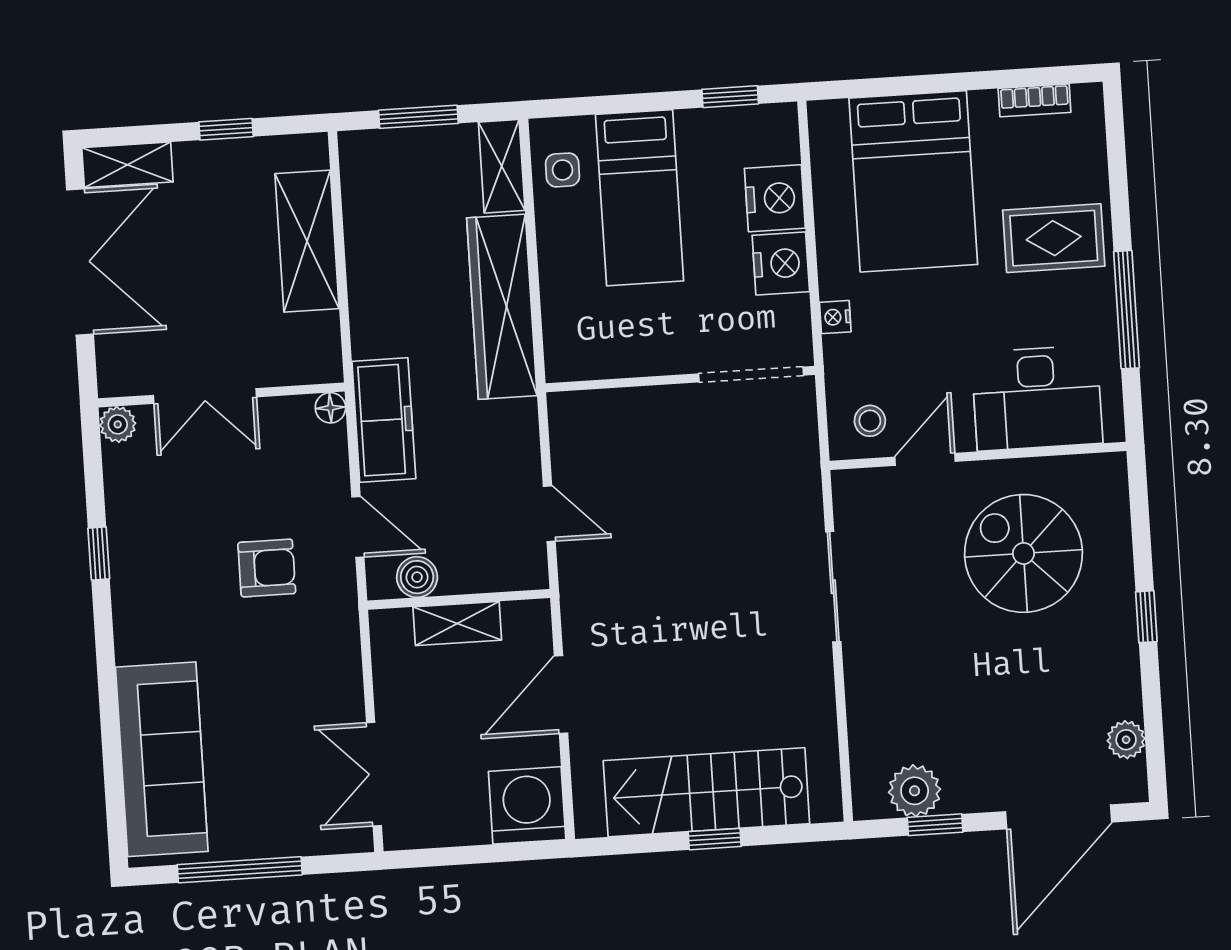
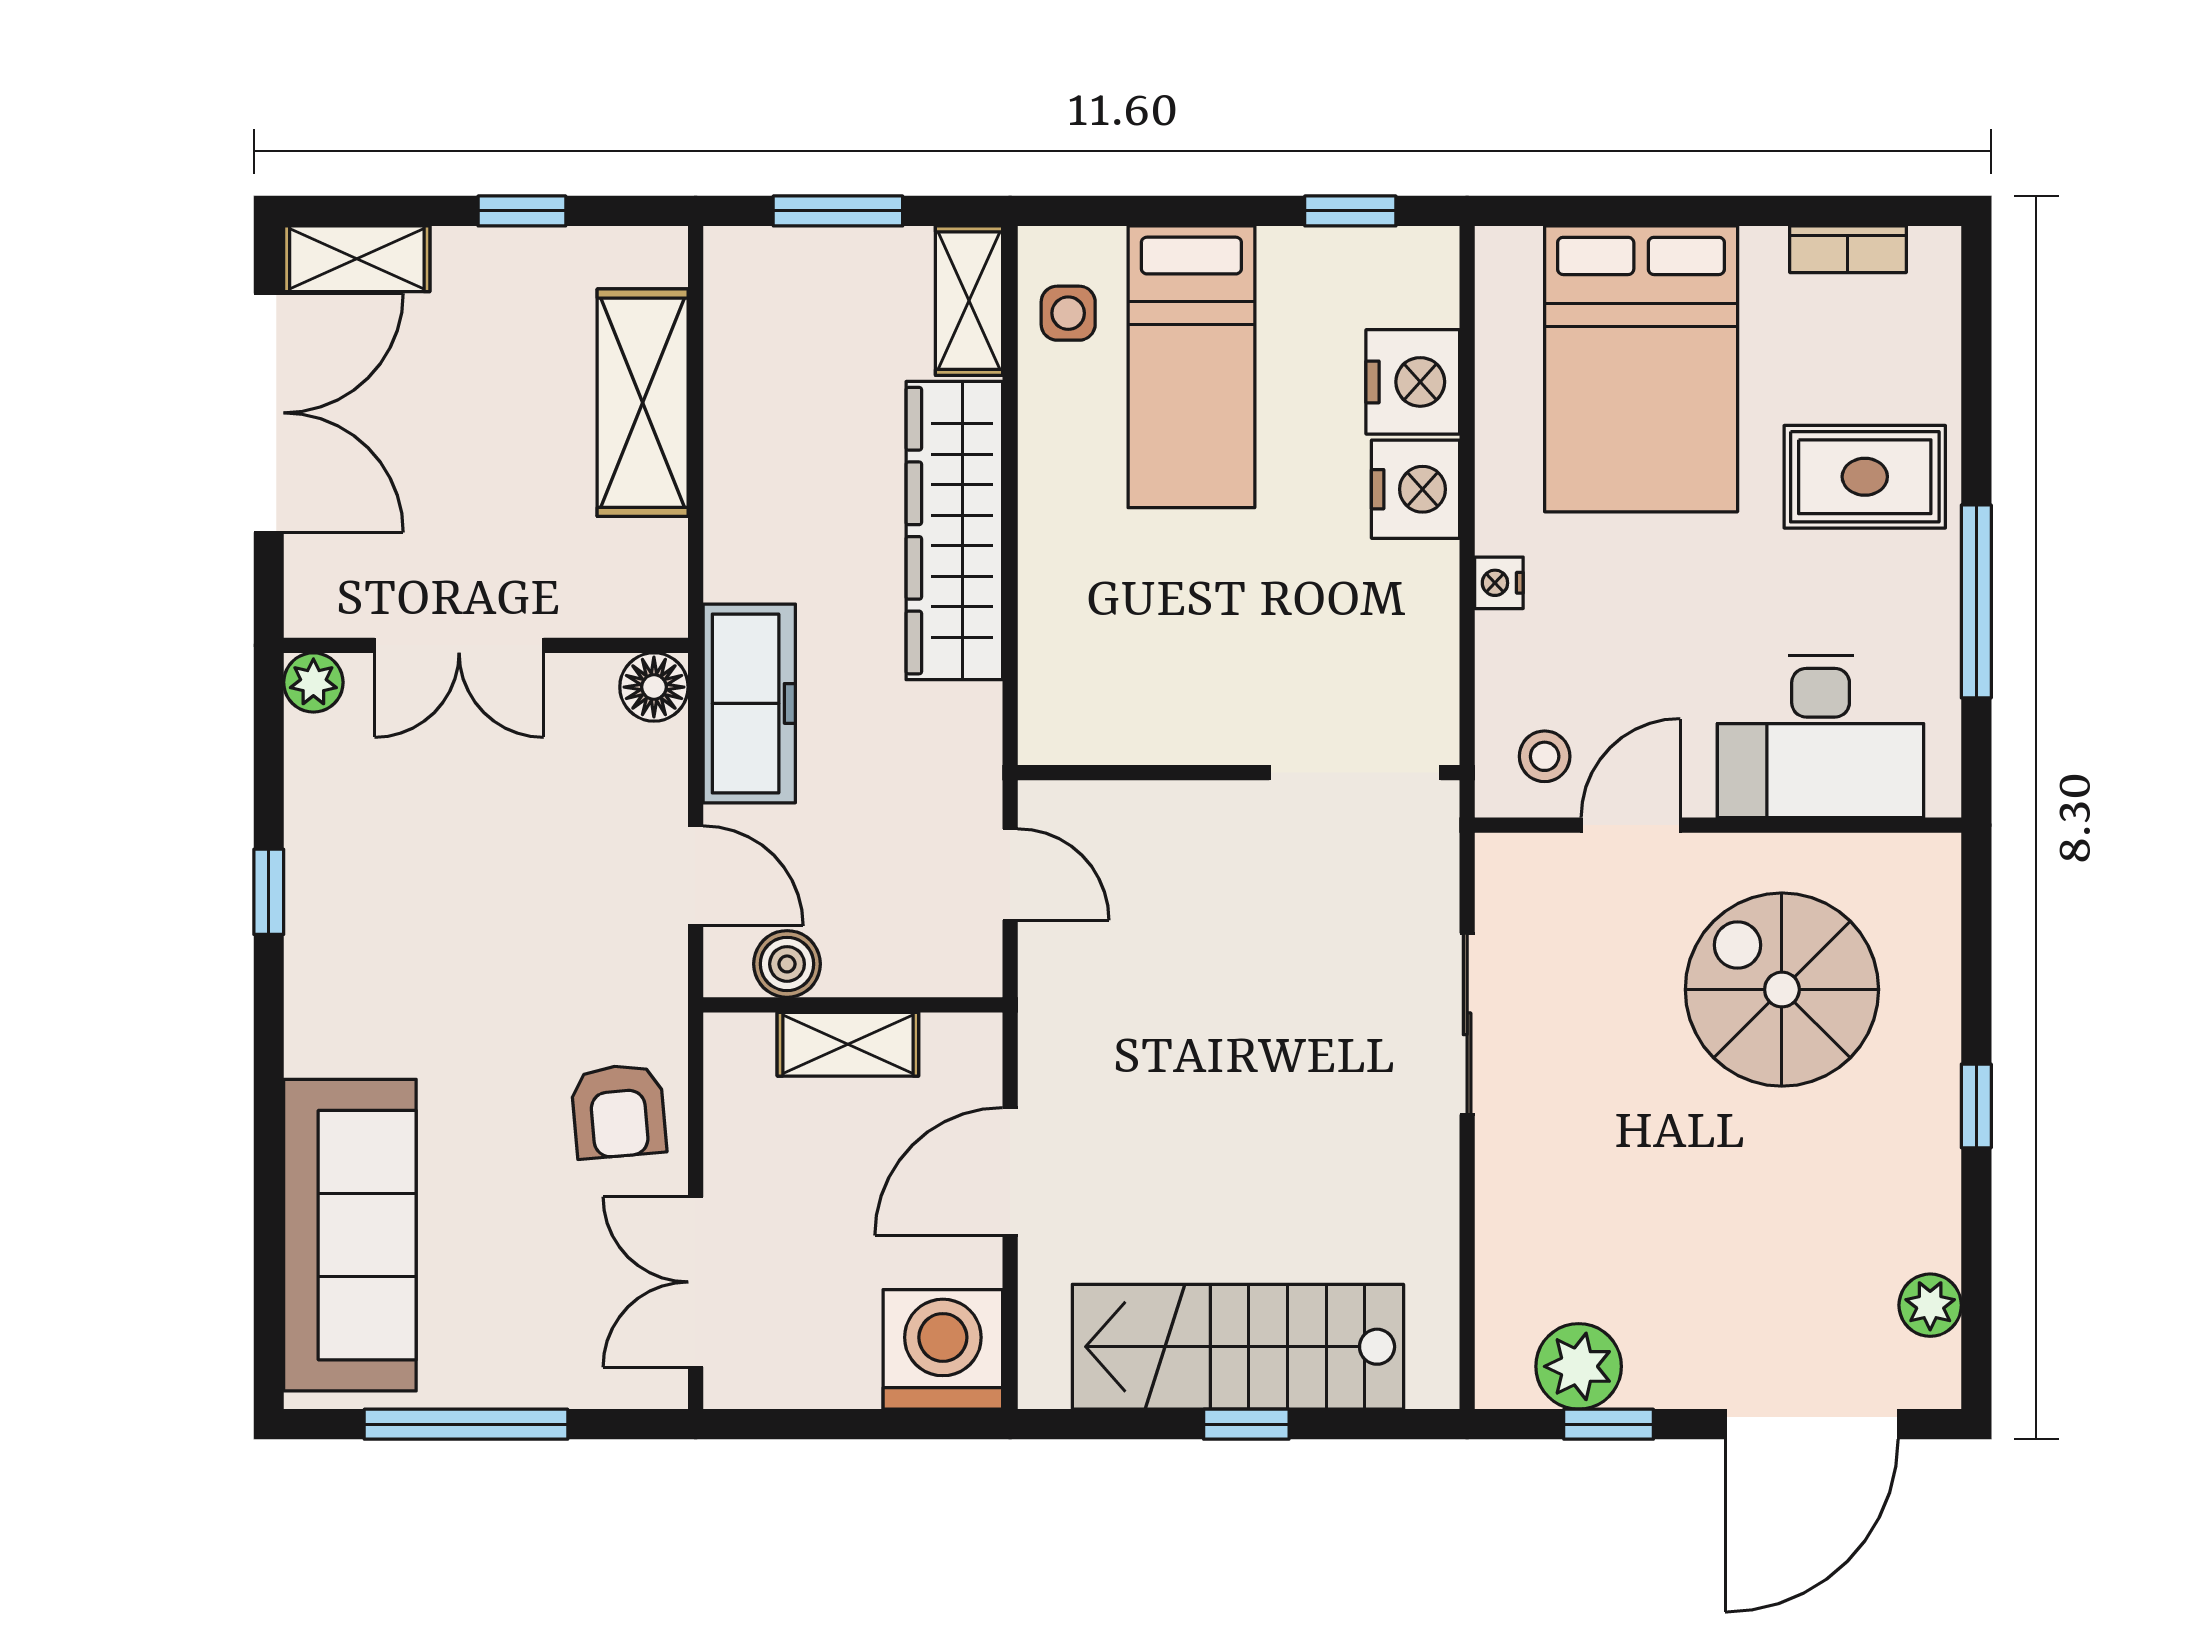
doorway: (751, 374) -> (1355, 773), moved
wall: (680, 379) -> (1239, 773), moved
floor lamp: (330, 408) -> (654, 687), width x1.37, depth x1.37
armchair: (267, 568) -> (619, 1111), moved, turned 85

